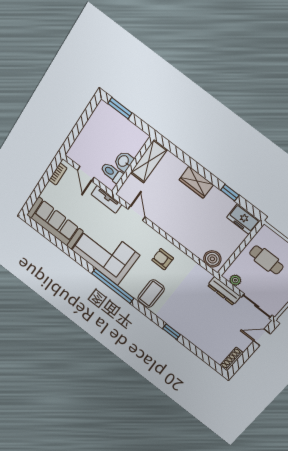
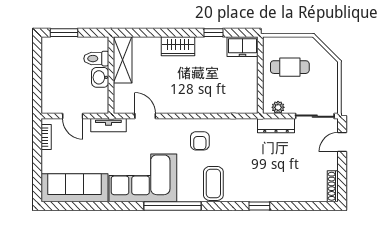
toilet: (112, 173) -> (96, 59), moved
armchair: (163, 259) -> (200, 141), turned -90
boiler: (212, 259) -> (243, 104), removed

